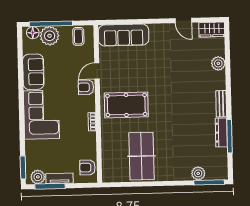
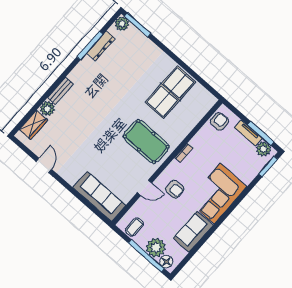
wardrobe: (212, 30) -> (34, 125), moved, turned 90
armchair: (86, 87) -> (175, 189), moved
bench: (221, 104) -> (60, 91), moved
dresser: (221, 133) -> (101, 46), moved
armchair: (87, 168) -> (219, 121), turned -90
plant: (198, 173) -> (122, 24), moved

